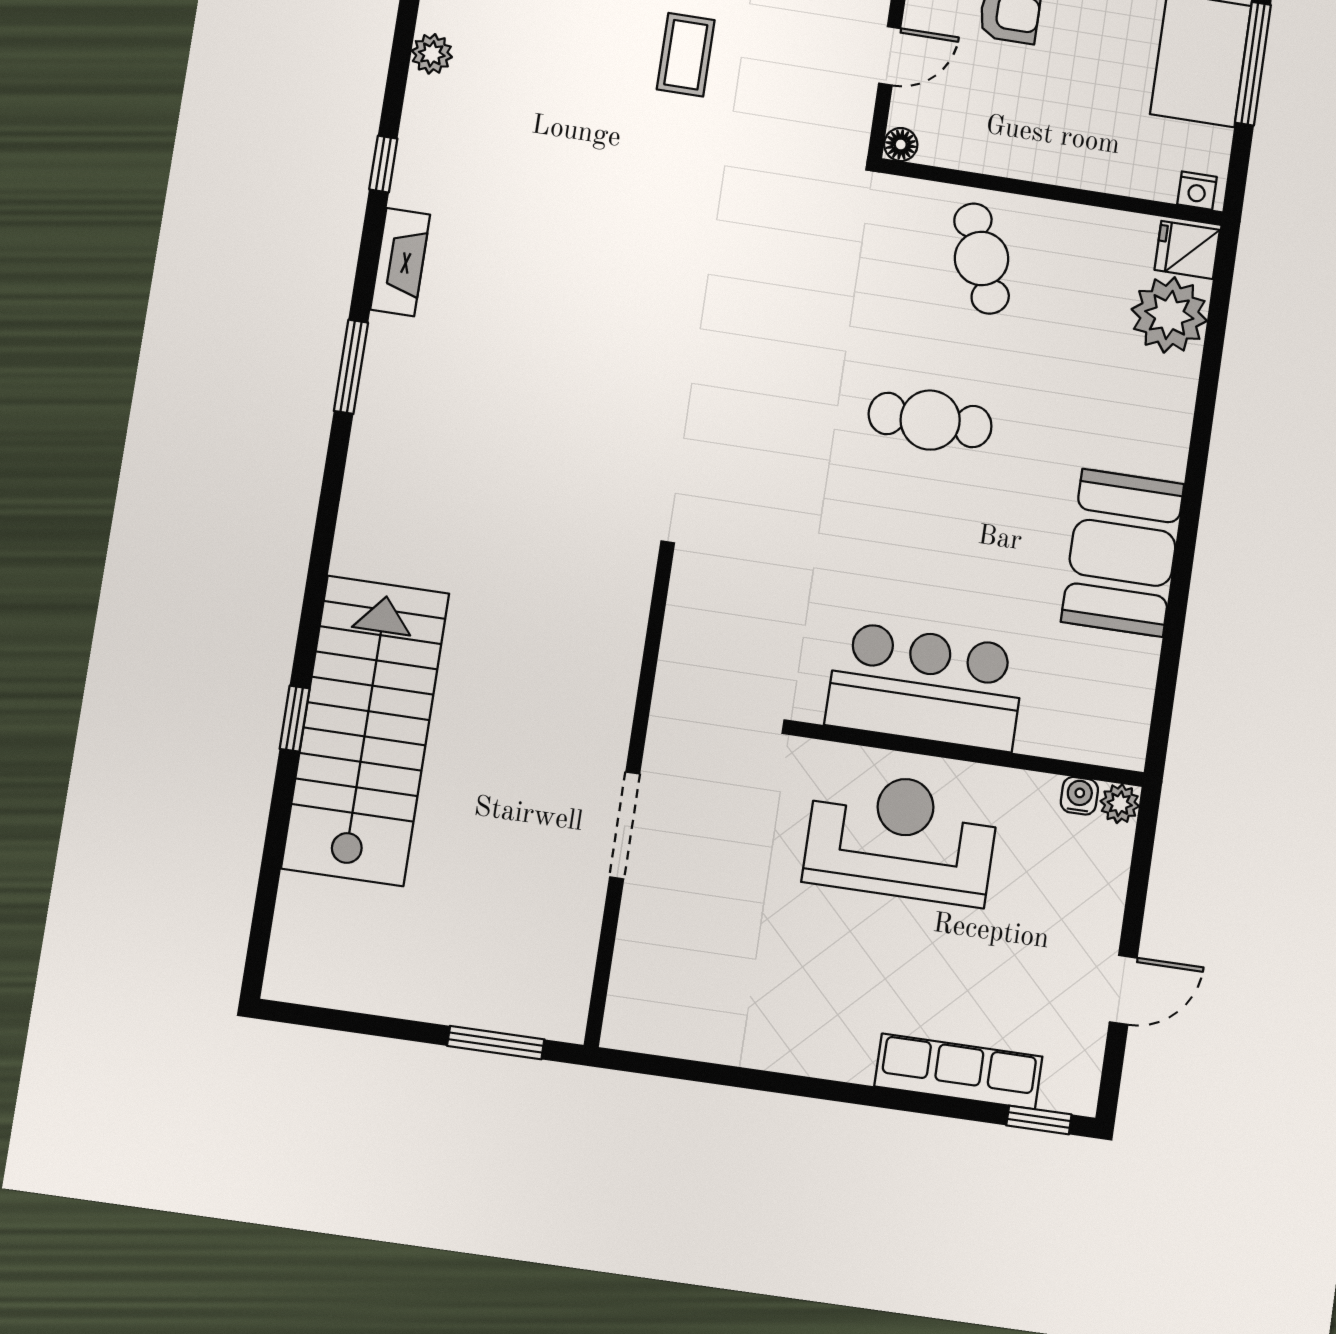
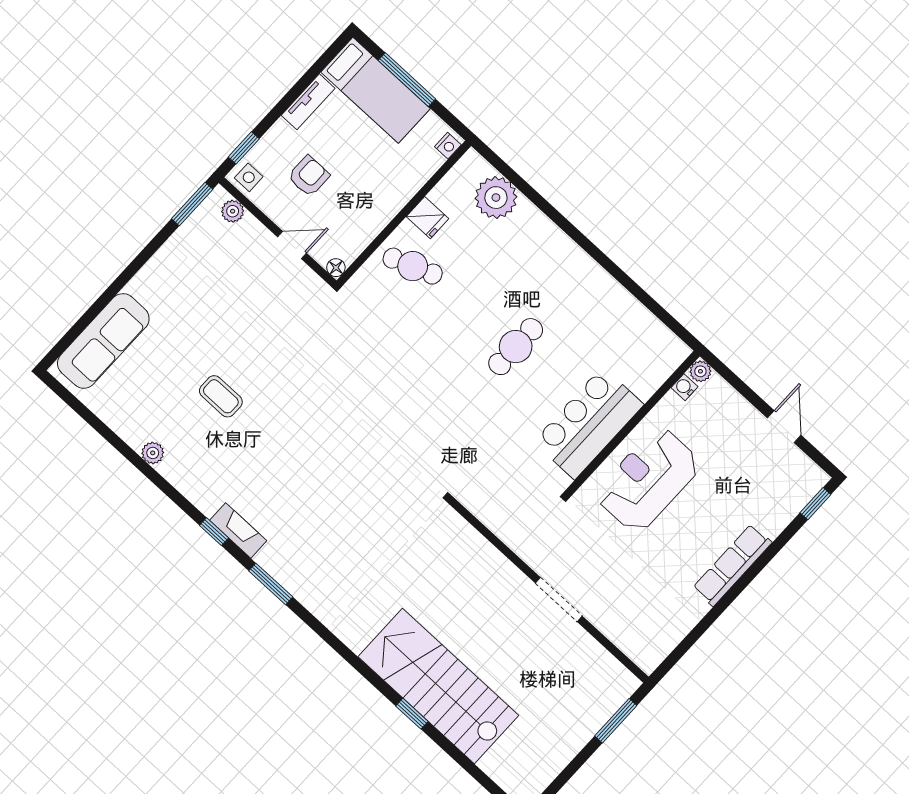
coffee table: (686, 55) -> (221, 396), moved
door: (890, 56) -> (292, 245), hinge flipped
window: (383, 164) -> (214, 532), moved
fridge: (1187, 250) -> (428, 218), moved, turned -90
cafe table: (930, 420) -> (516, 347), moved
booth: (1123, 553) -> (589, 293), removed
row of seats: (958, 1071) -> (732, 565), moved

